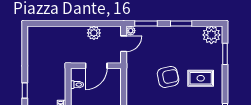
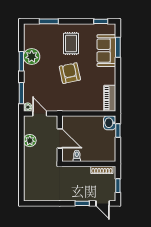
plant: (211, 35) -> (32, 57), moved

